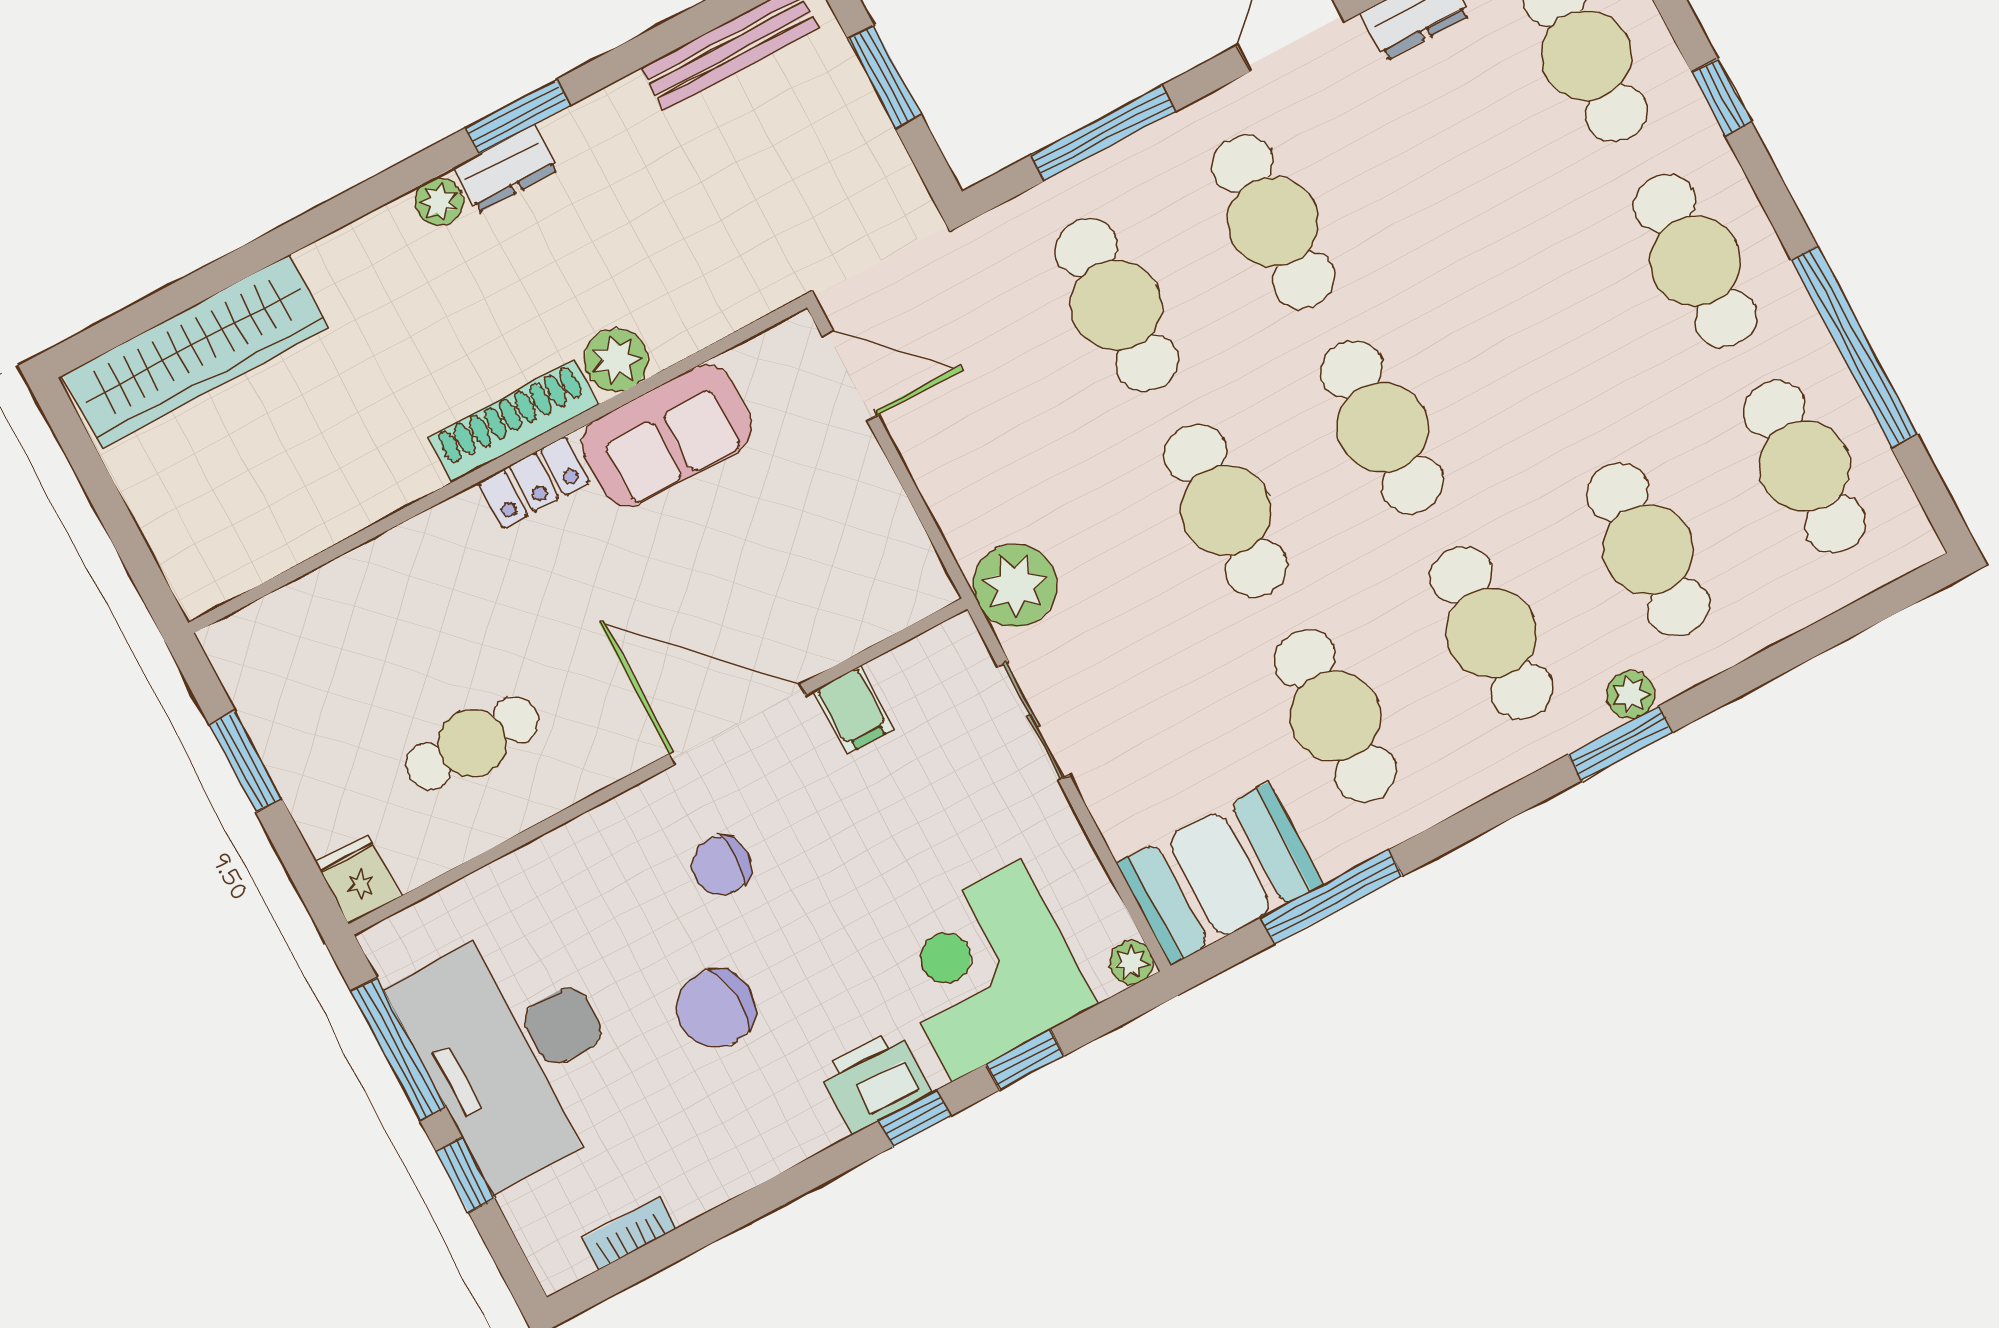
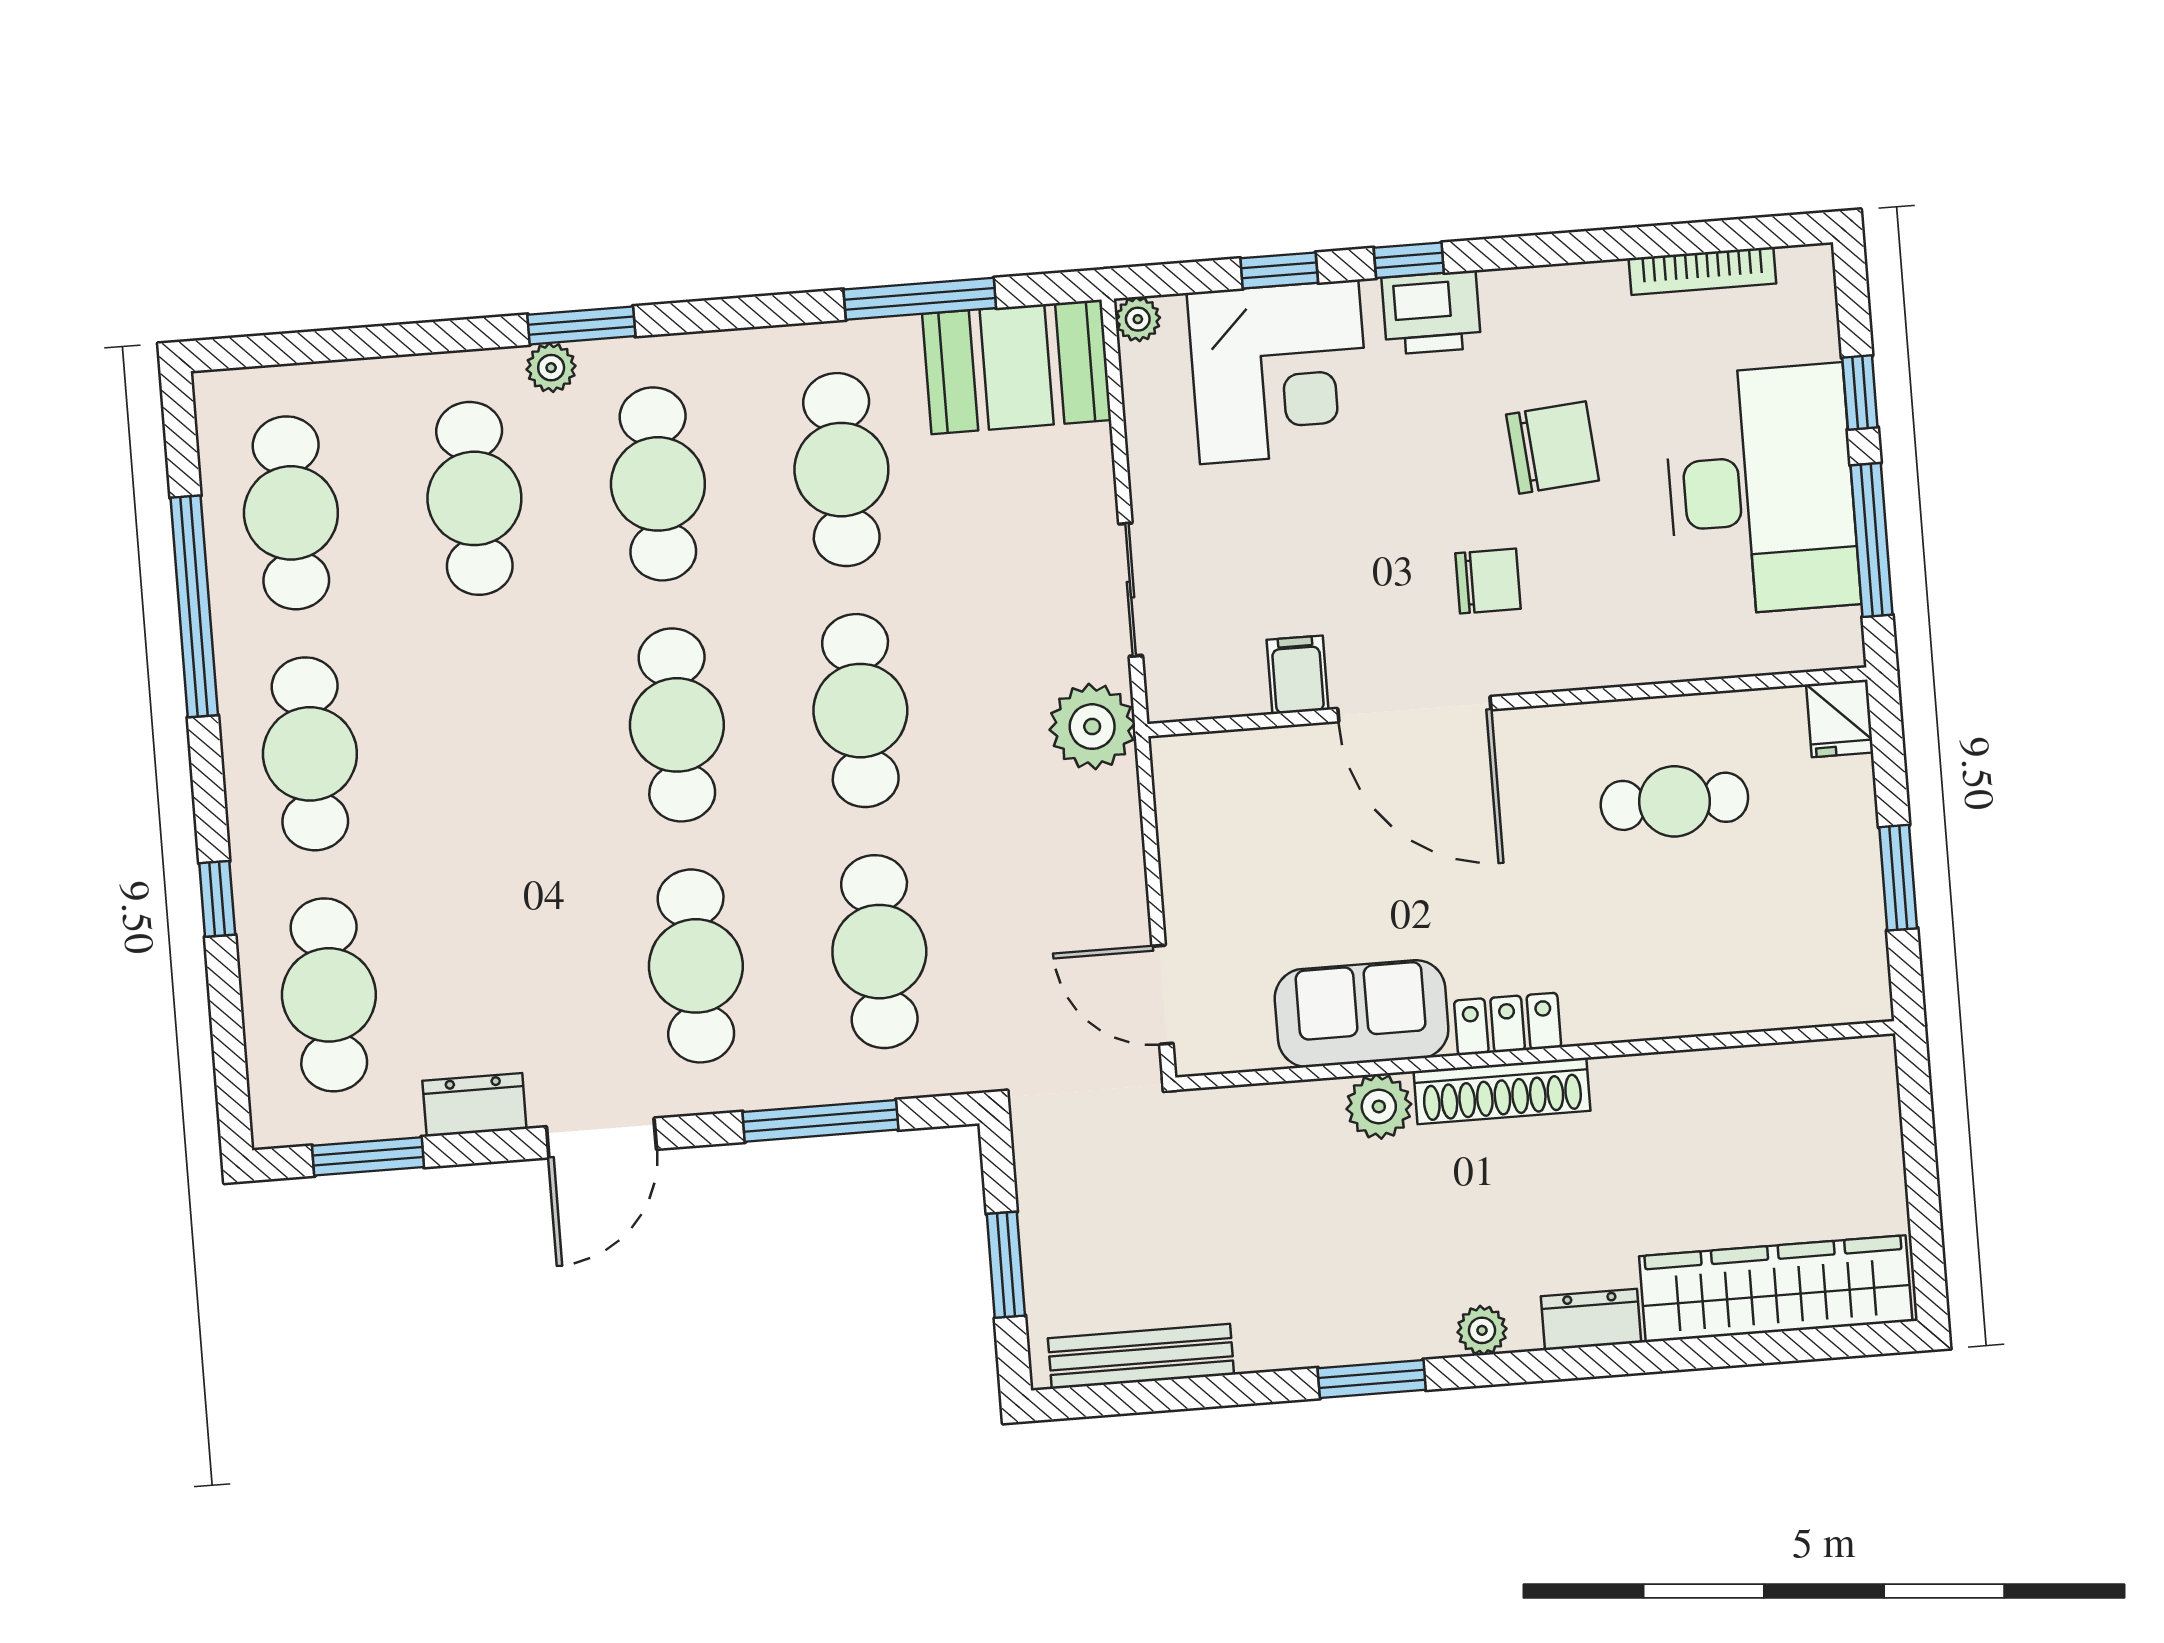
dresser: (506, 169) -> (1591, 1319), moved
bookcase: (629, 1234) -> (1702, 271), width x1.56

